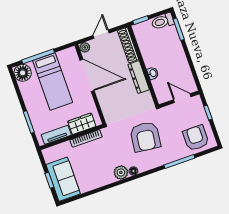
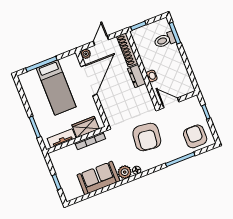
toilet: (163, 21) -> (165, 40), moved
floor lamp: (23, 73) -> (27, 80), removed
door: (87, 75) -> (89, 80), hinge flipped
dresser: (139, 77) -> (137, 76), width x0.70
door: (182, 98) -> (171, 103), moved
sofa: (63, 179) -> (98, 178), moved, turned -90

